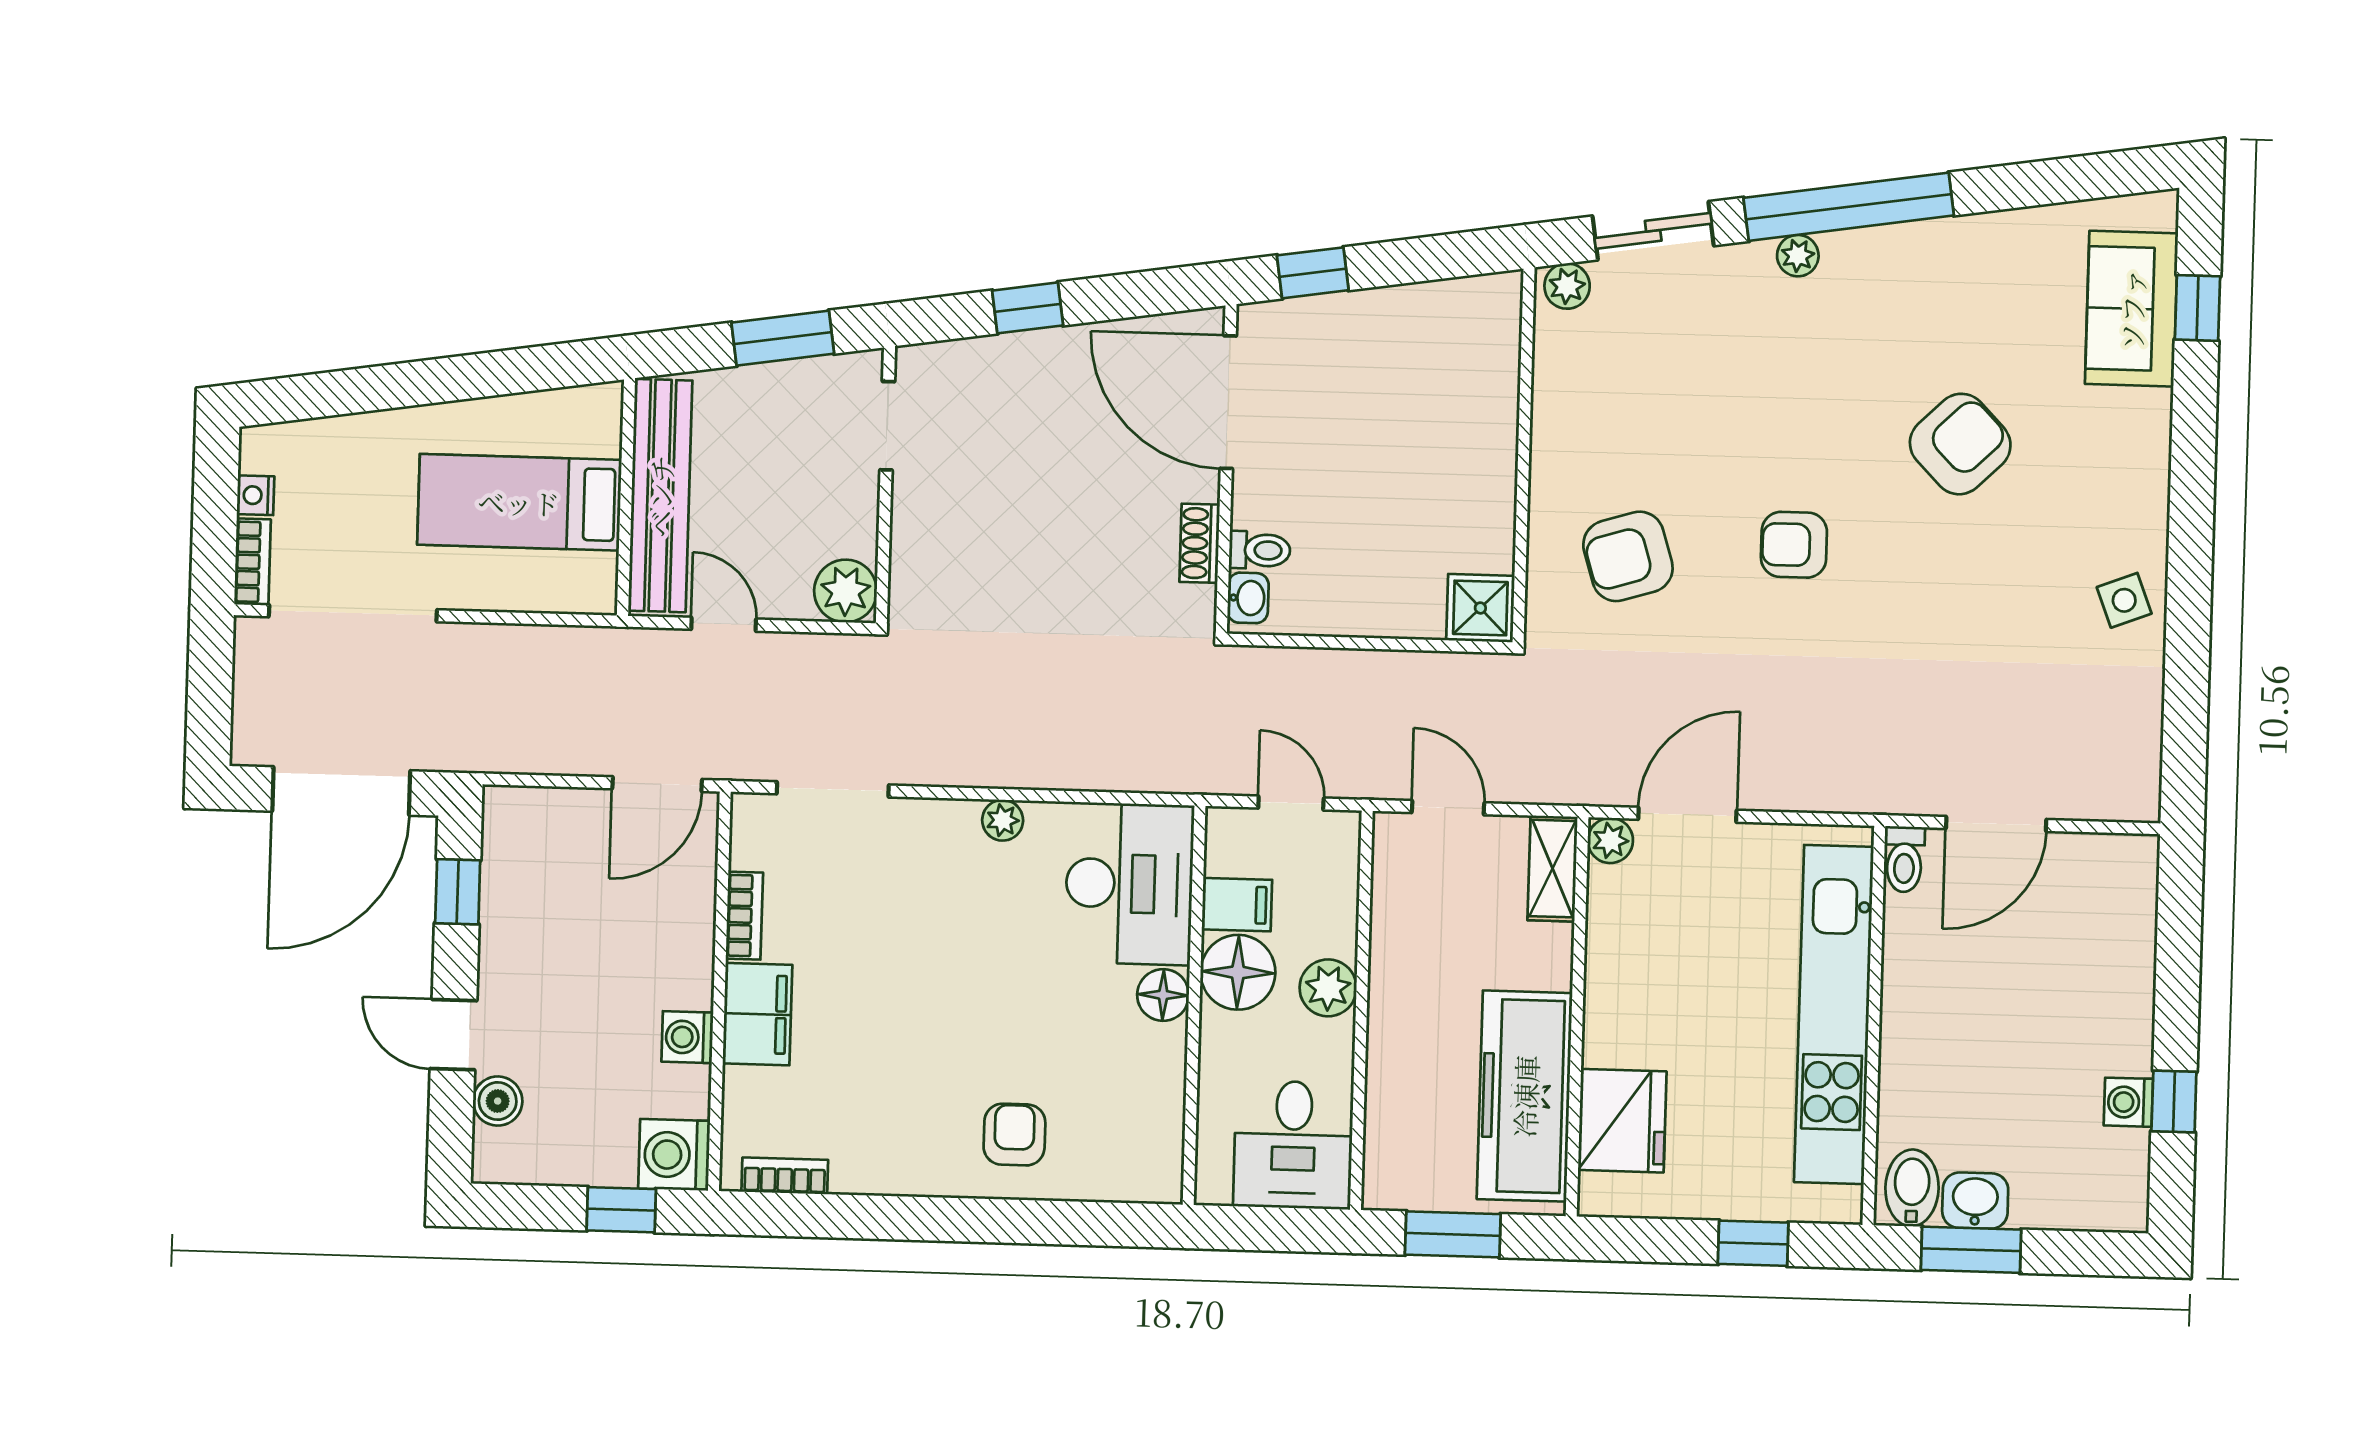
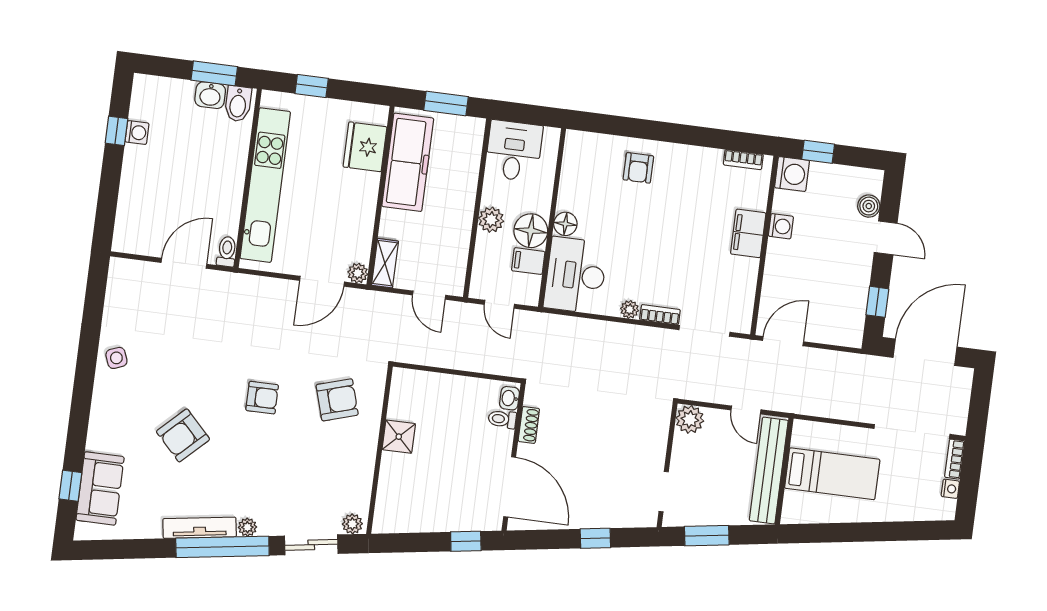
tv unit: (1903, 244) -> (200, 528), added
shower: (1480, 608) -> (399, 437), moved
bookcase: (744, 916) -> (660, 315), moved, turned 90

